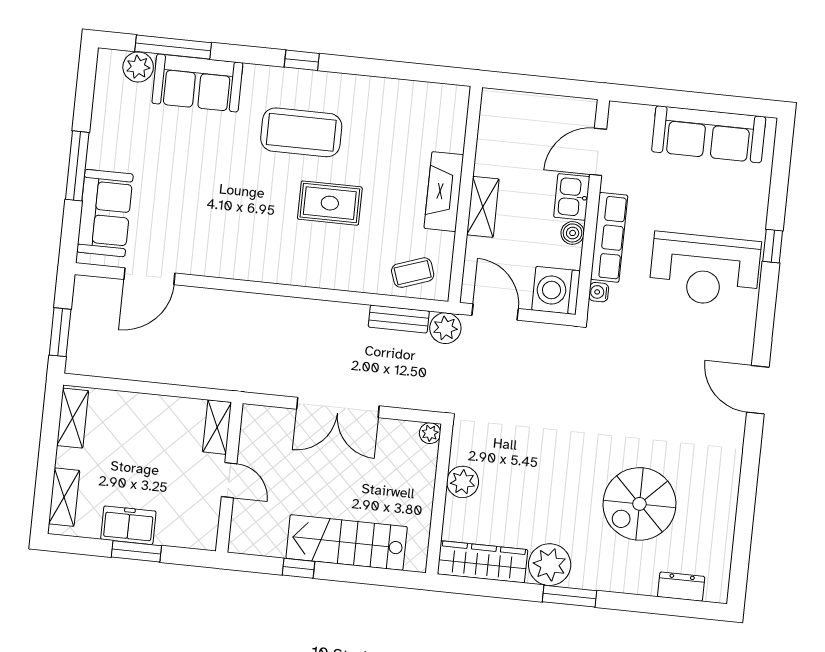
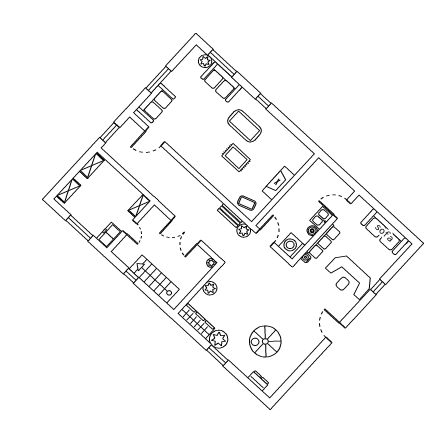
shelving: (483, 207) -> (288, 198), removed
freezer: (128, 525) -> (109, 235), moved, turned -90
window: (136, 551) -> (79, 228), width x1.44

